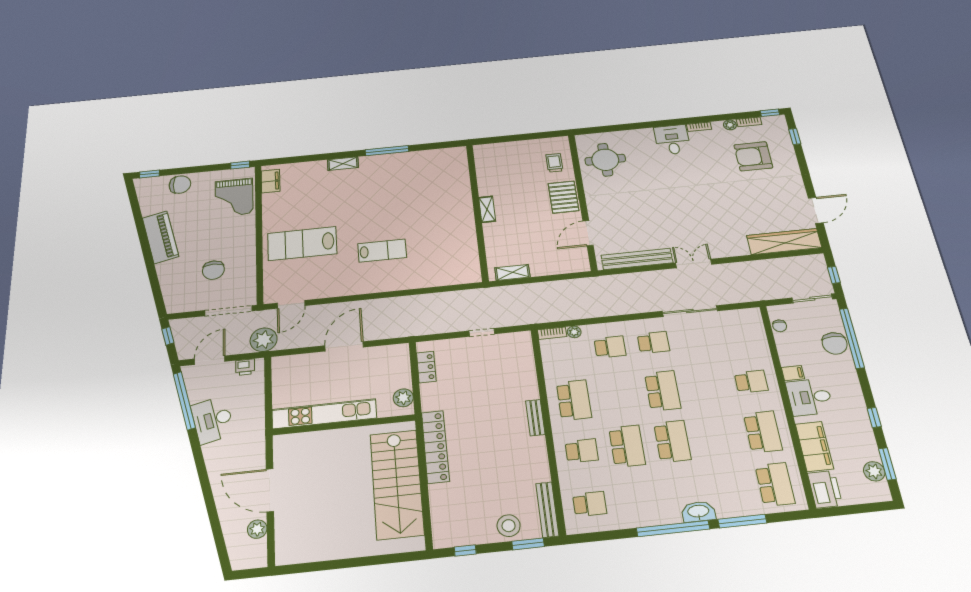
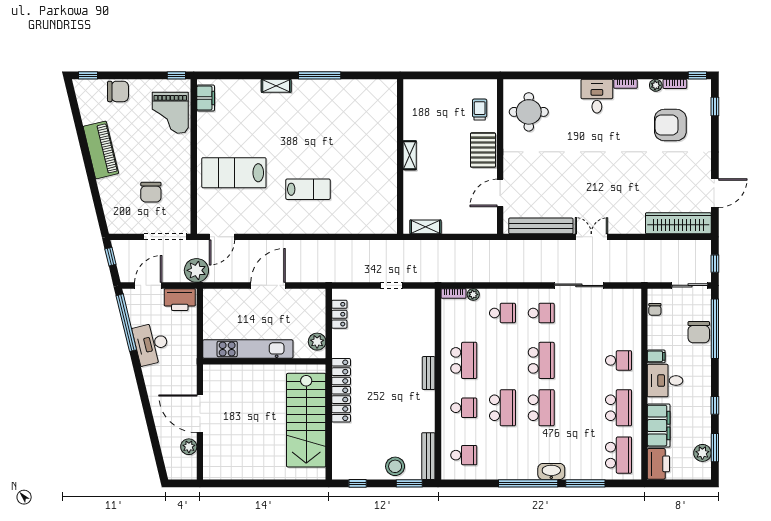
printer: (245, 367) -> (180, 300), width x1.87, depth x1.48

